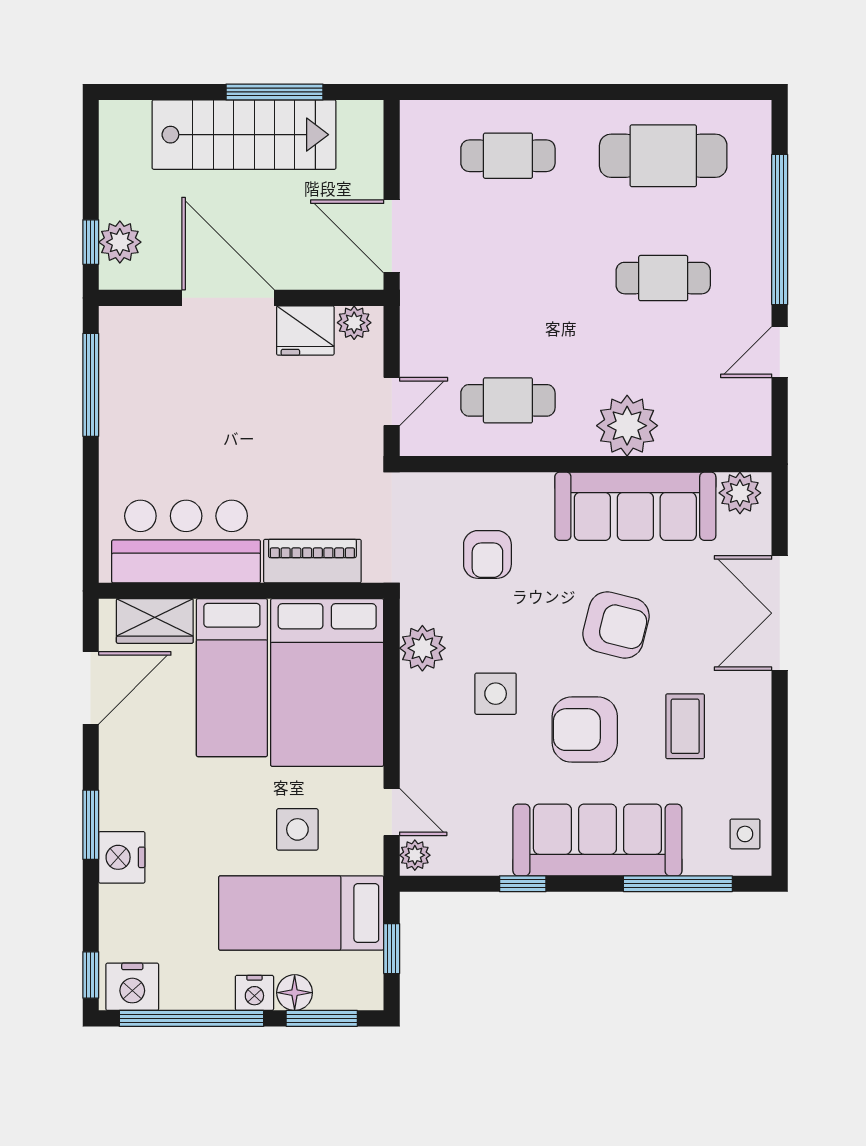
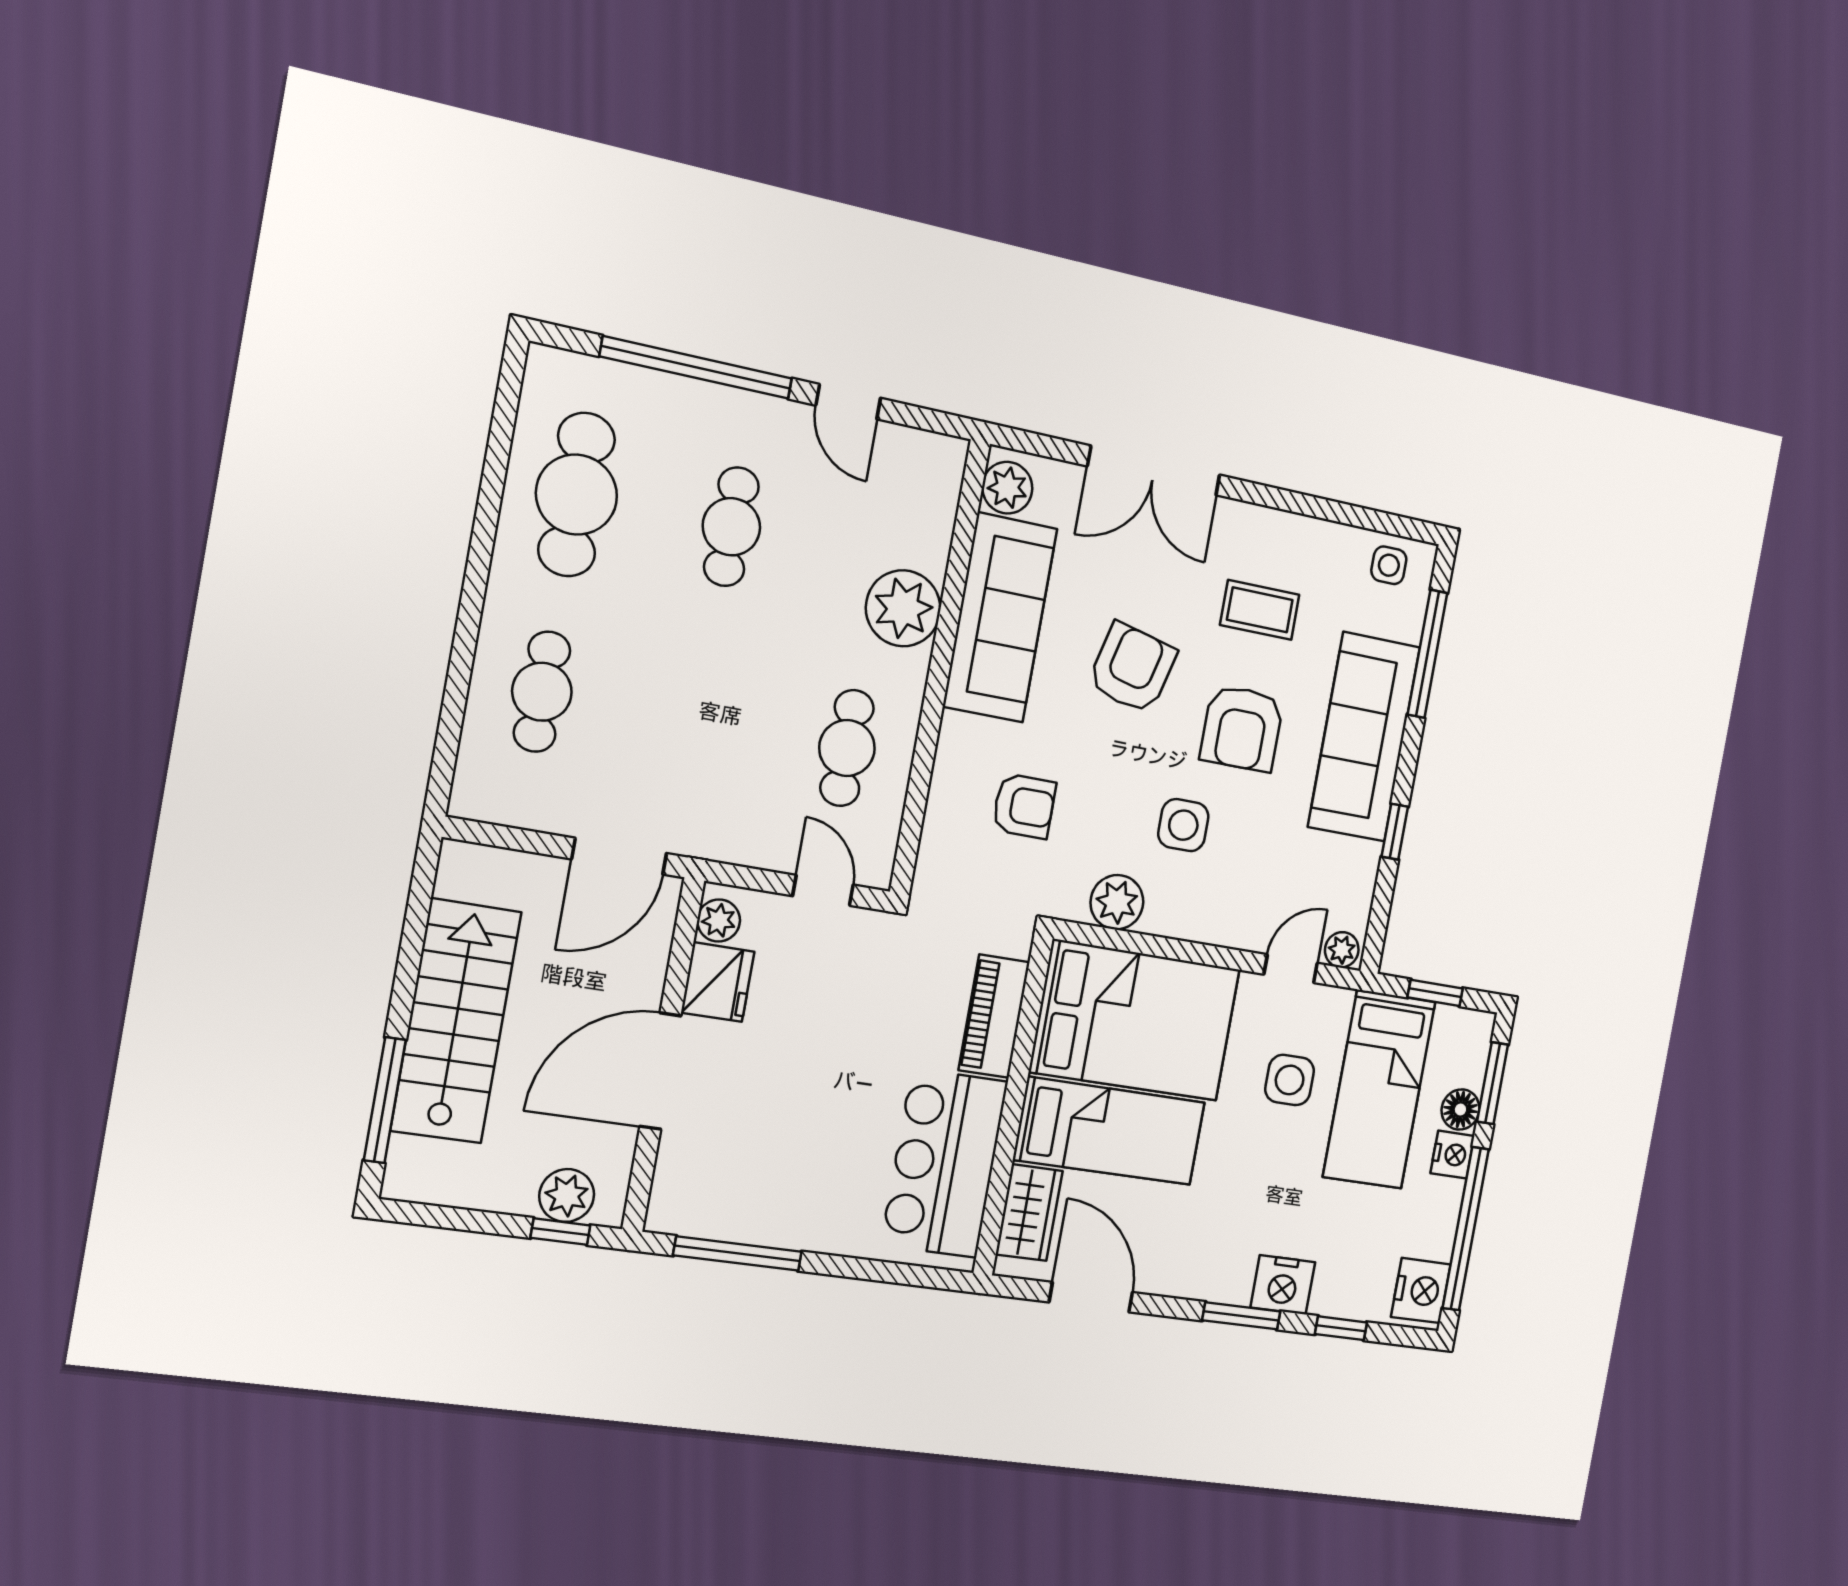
window: (275, 92) -> (385, 1100), moved
window: (91, 975) -> (1341, 1328), moved

